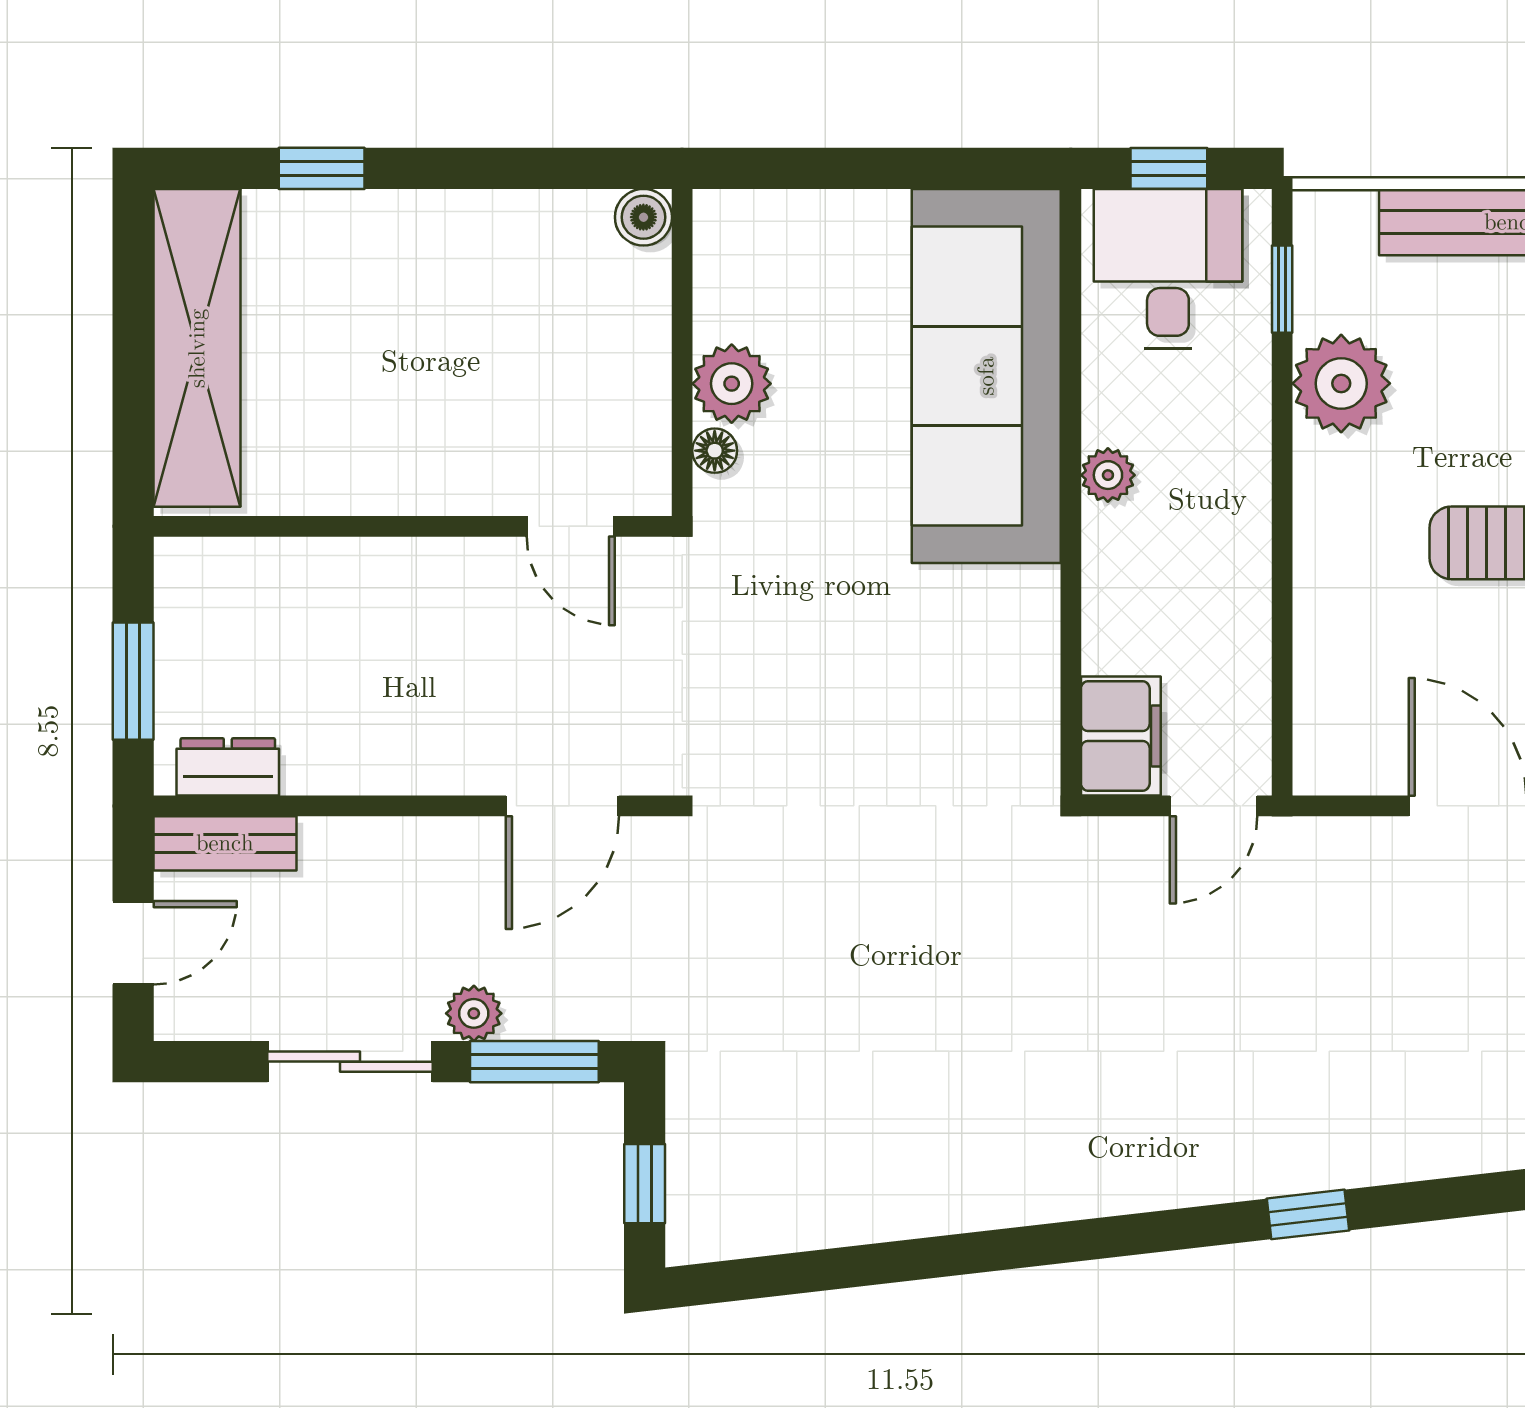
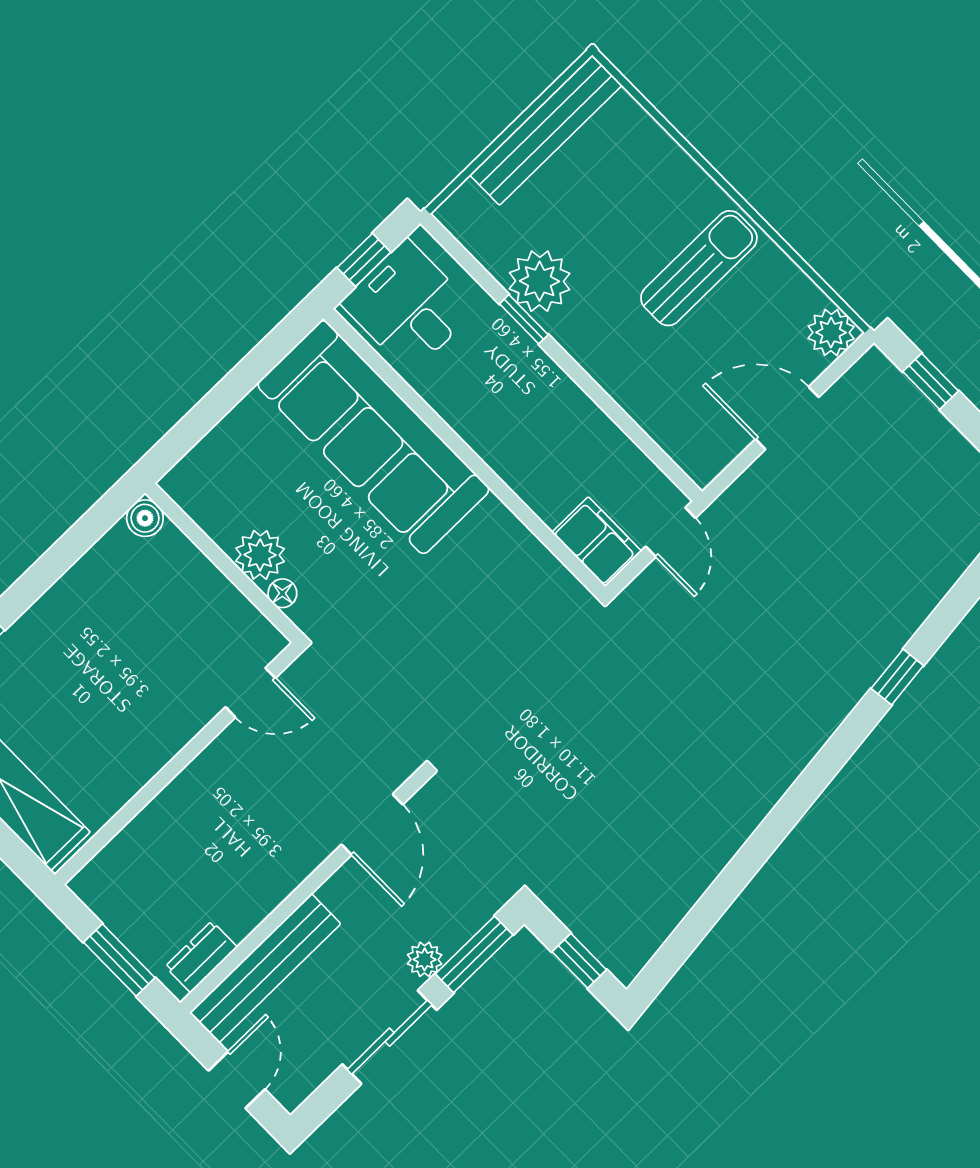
window: (1282, 289) -> (524, 319), moved
plant: (1108, 475) -> (474, 428), removed
bench: (225, 843) -> (265, 968), width x1.86, depth x1.21

